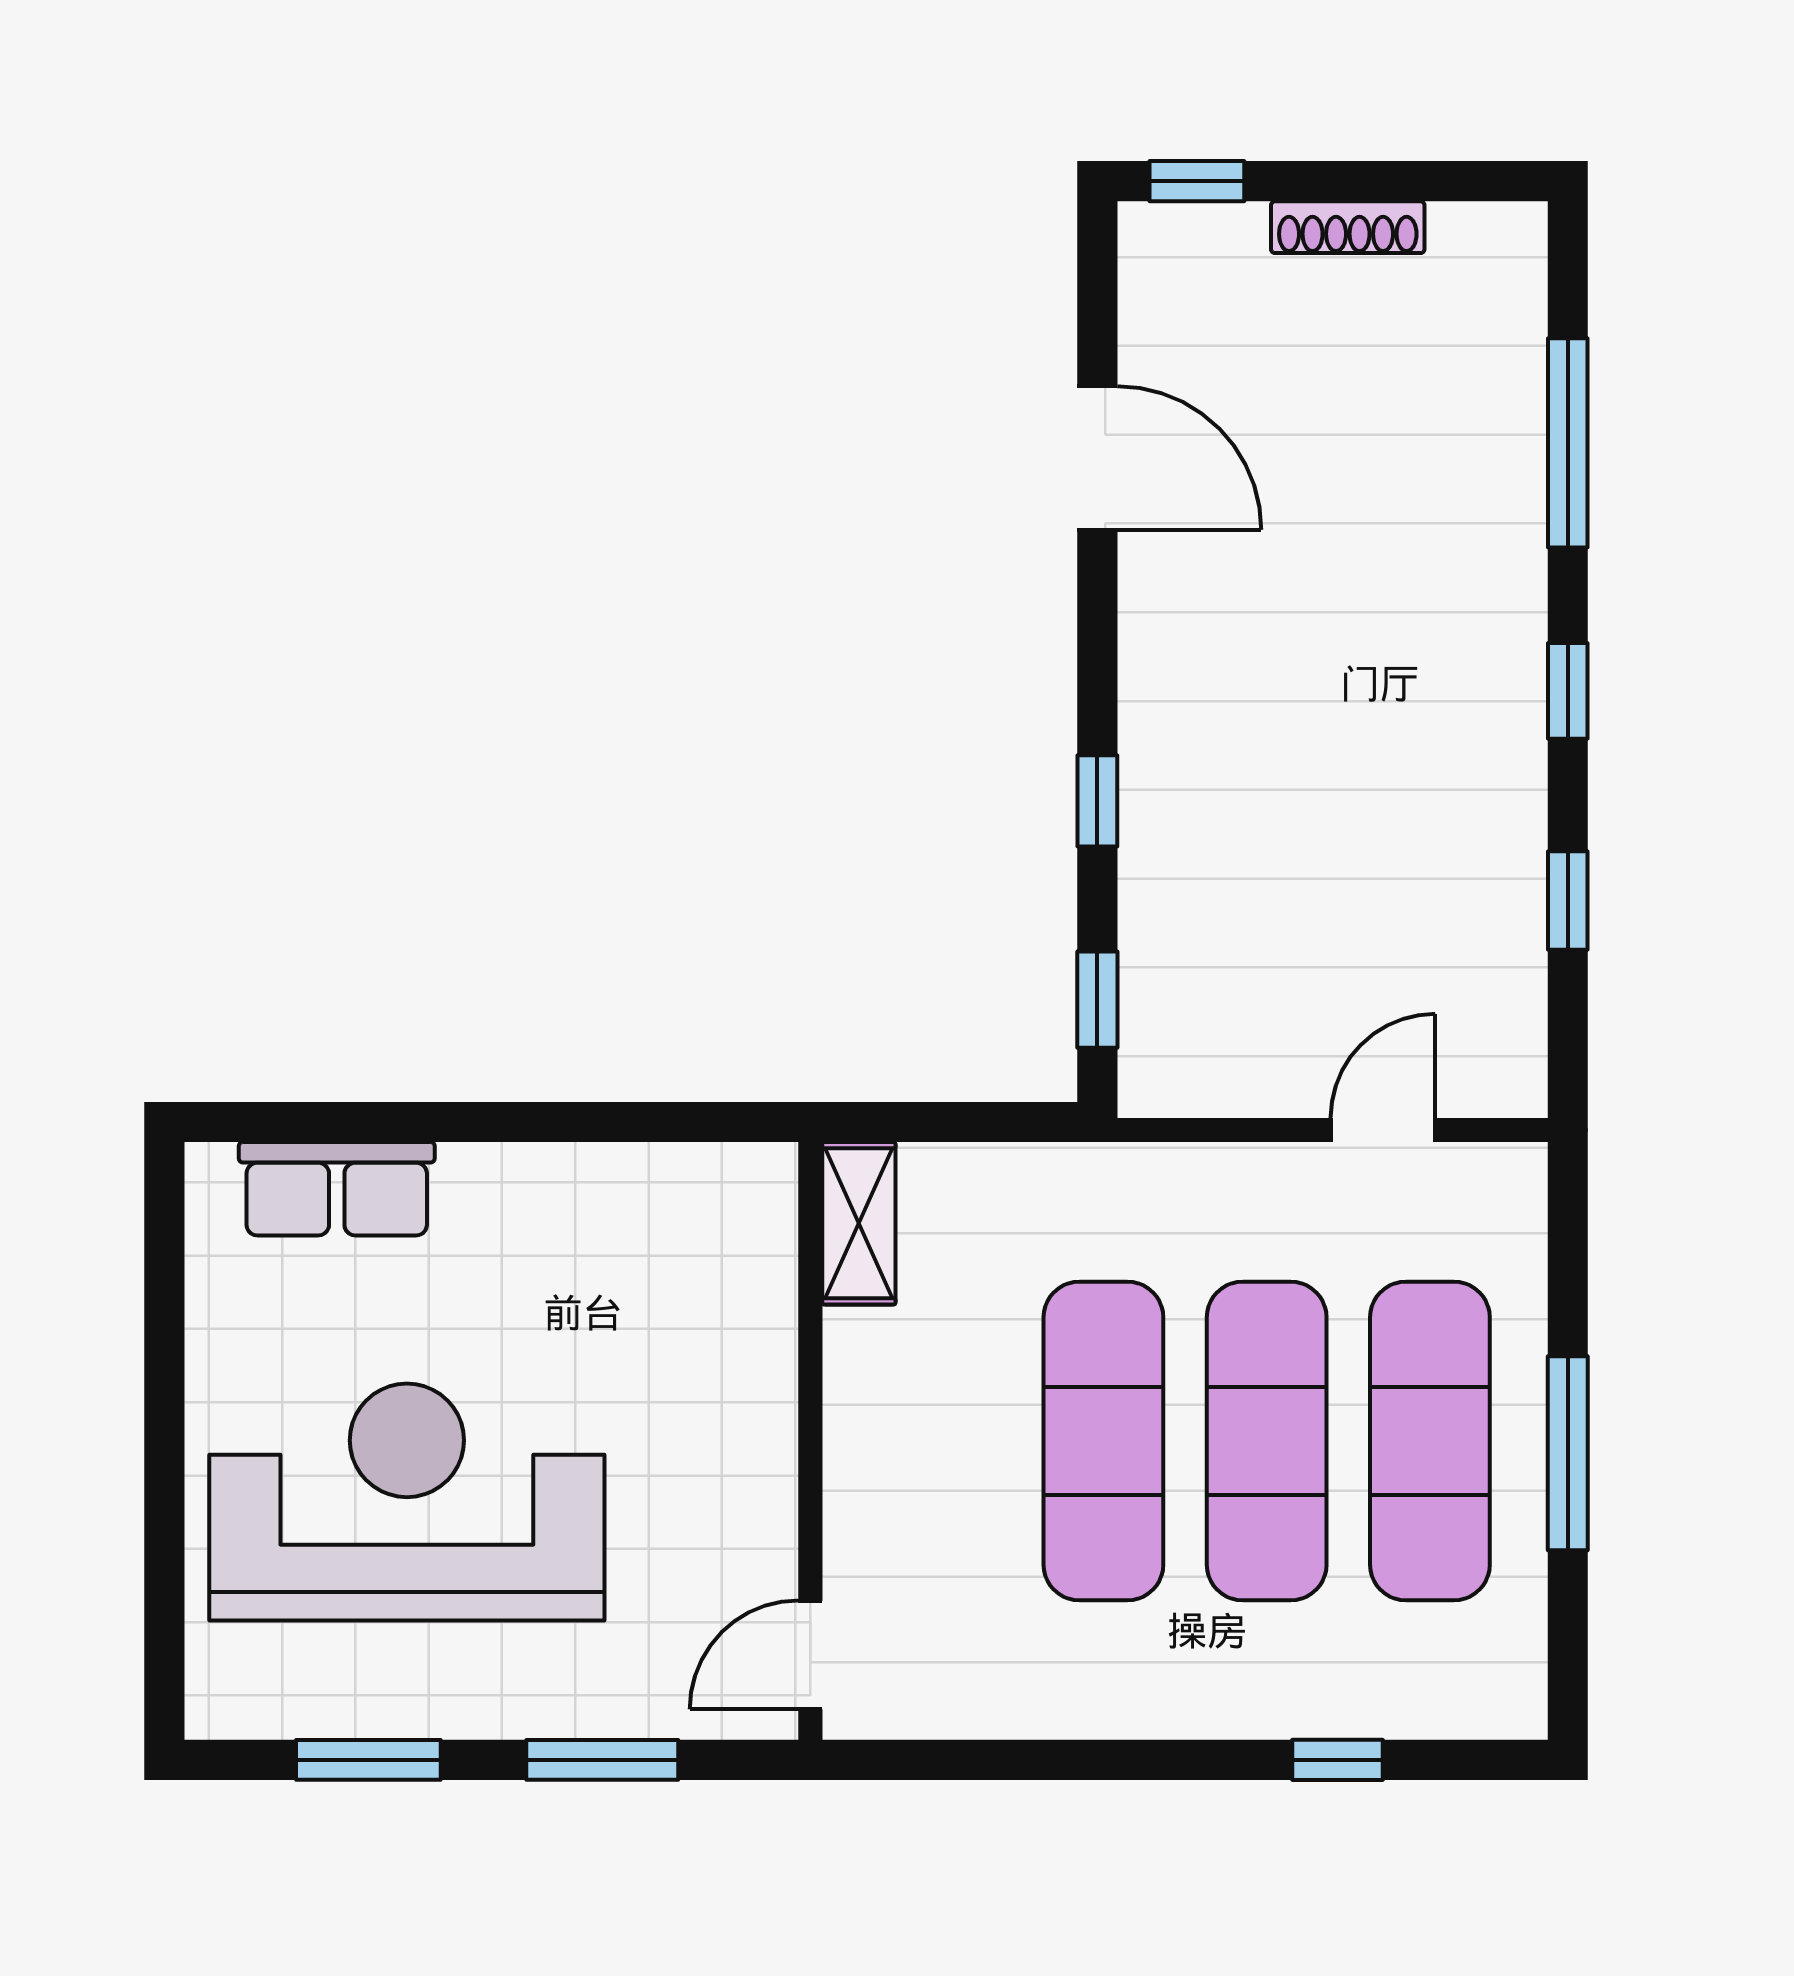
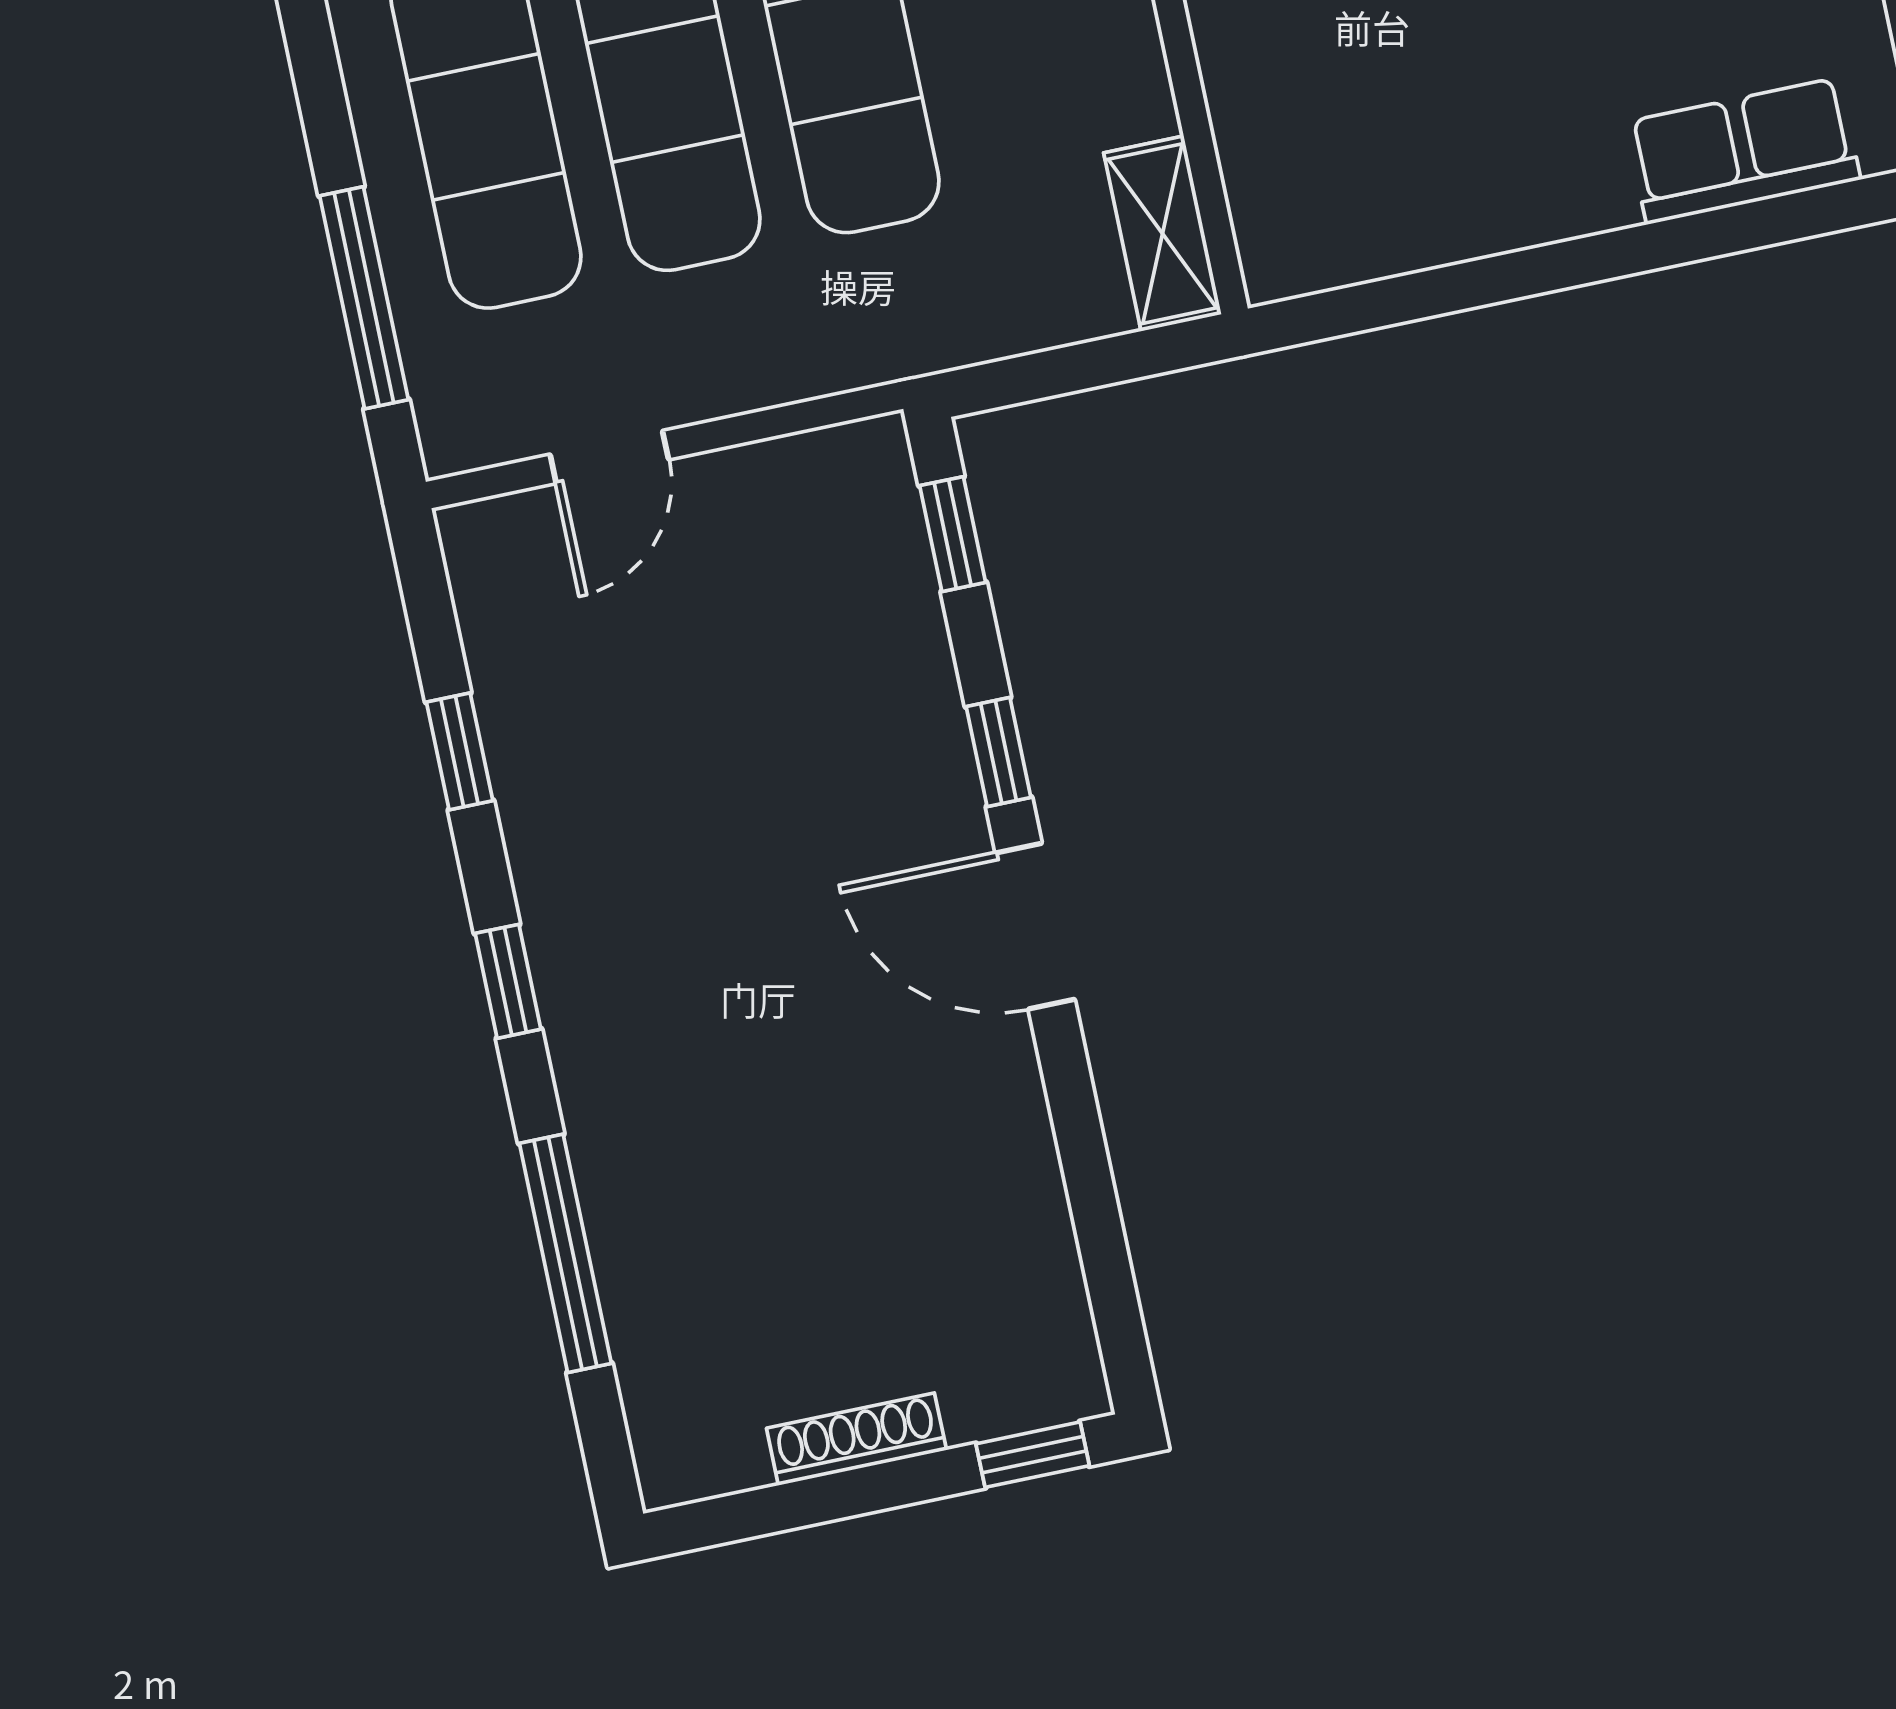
door: (1097, 458) -> (1035, 926), moved
window: (1568, 1453) -> (364, 298), moved

